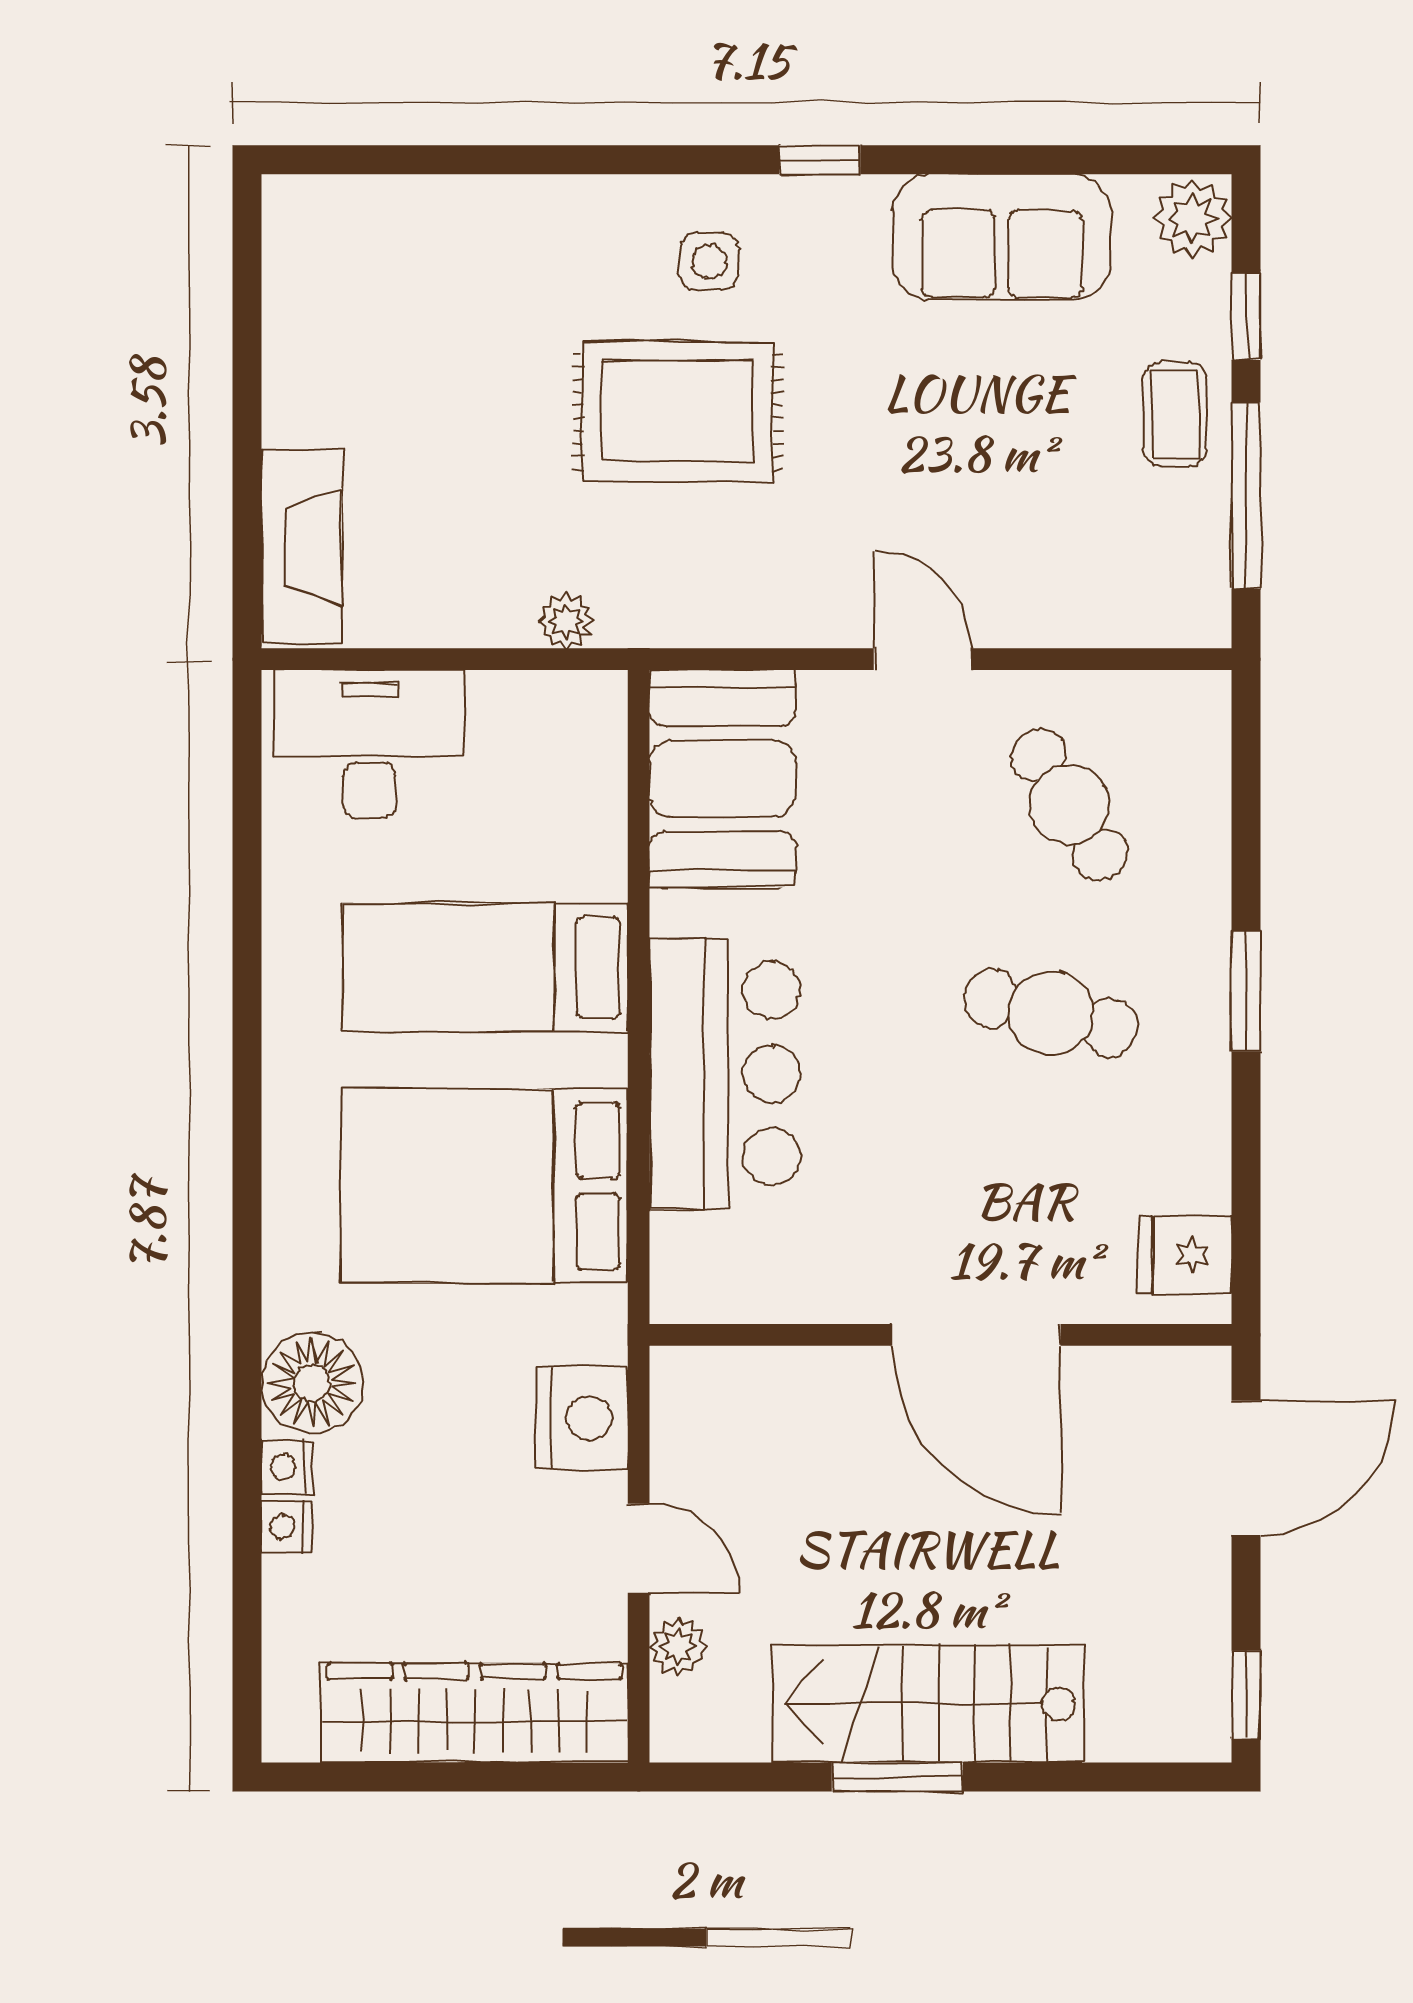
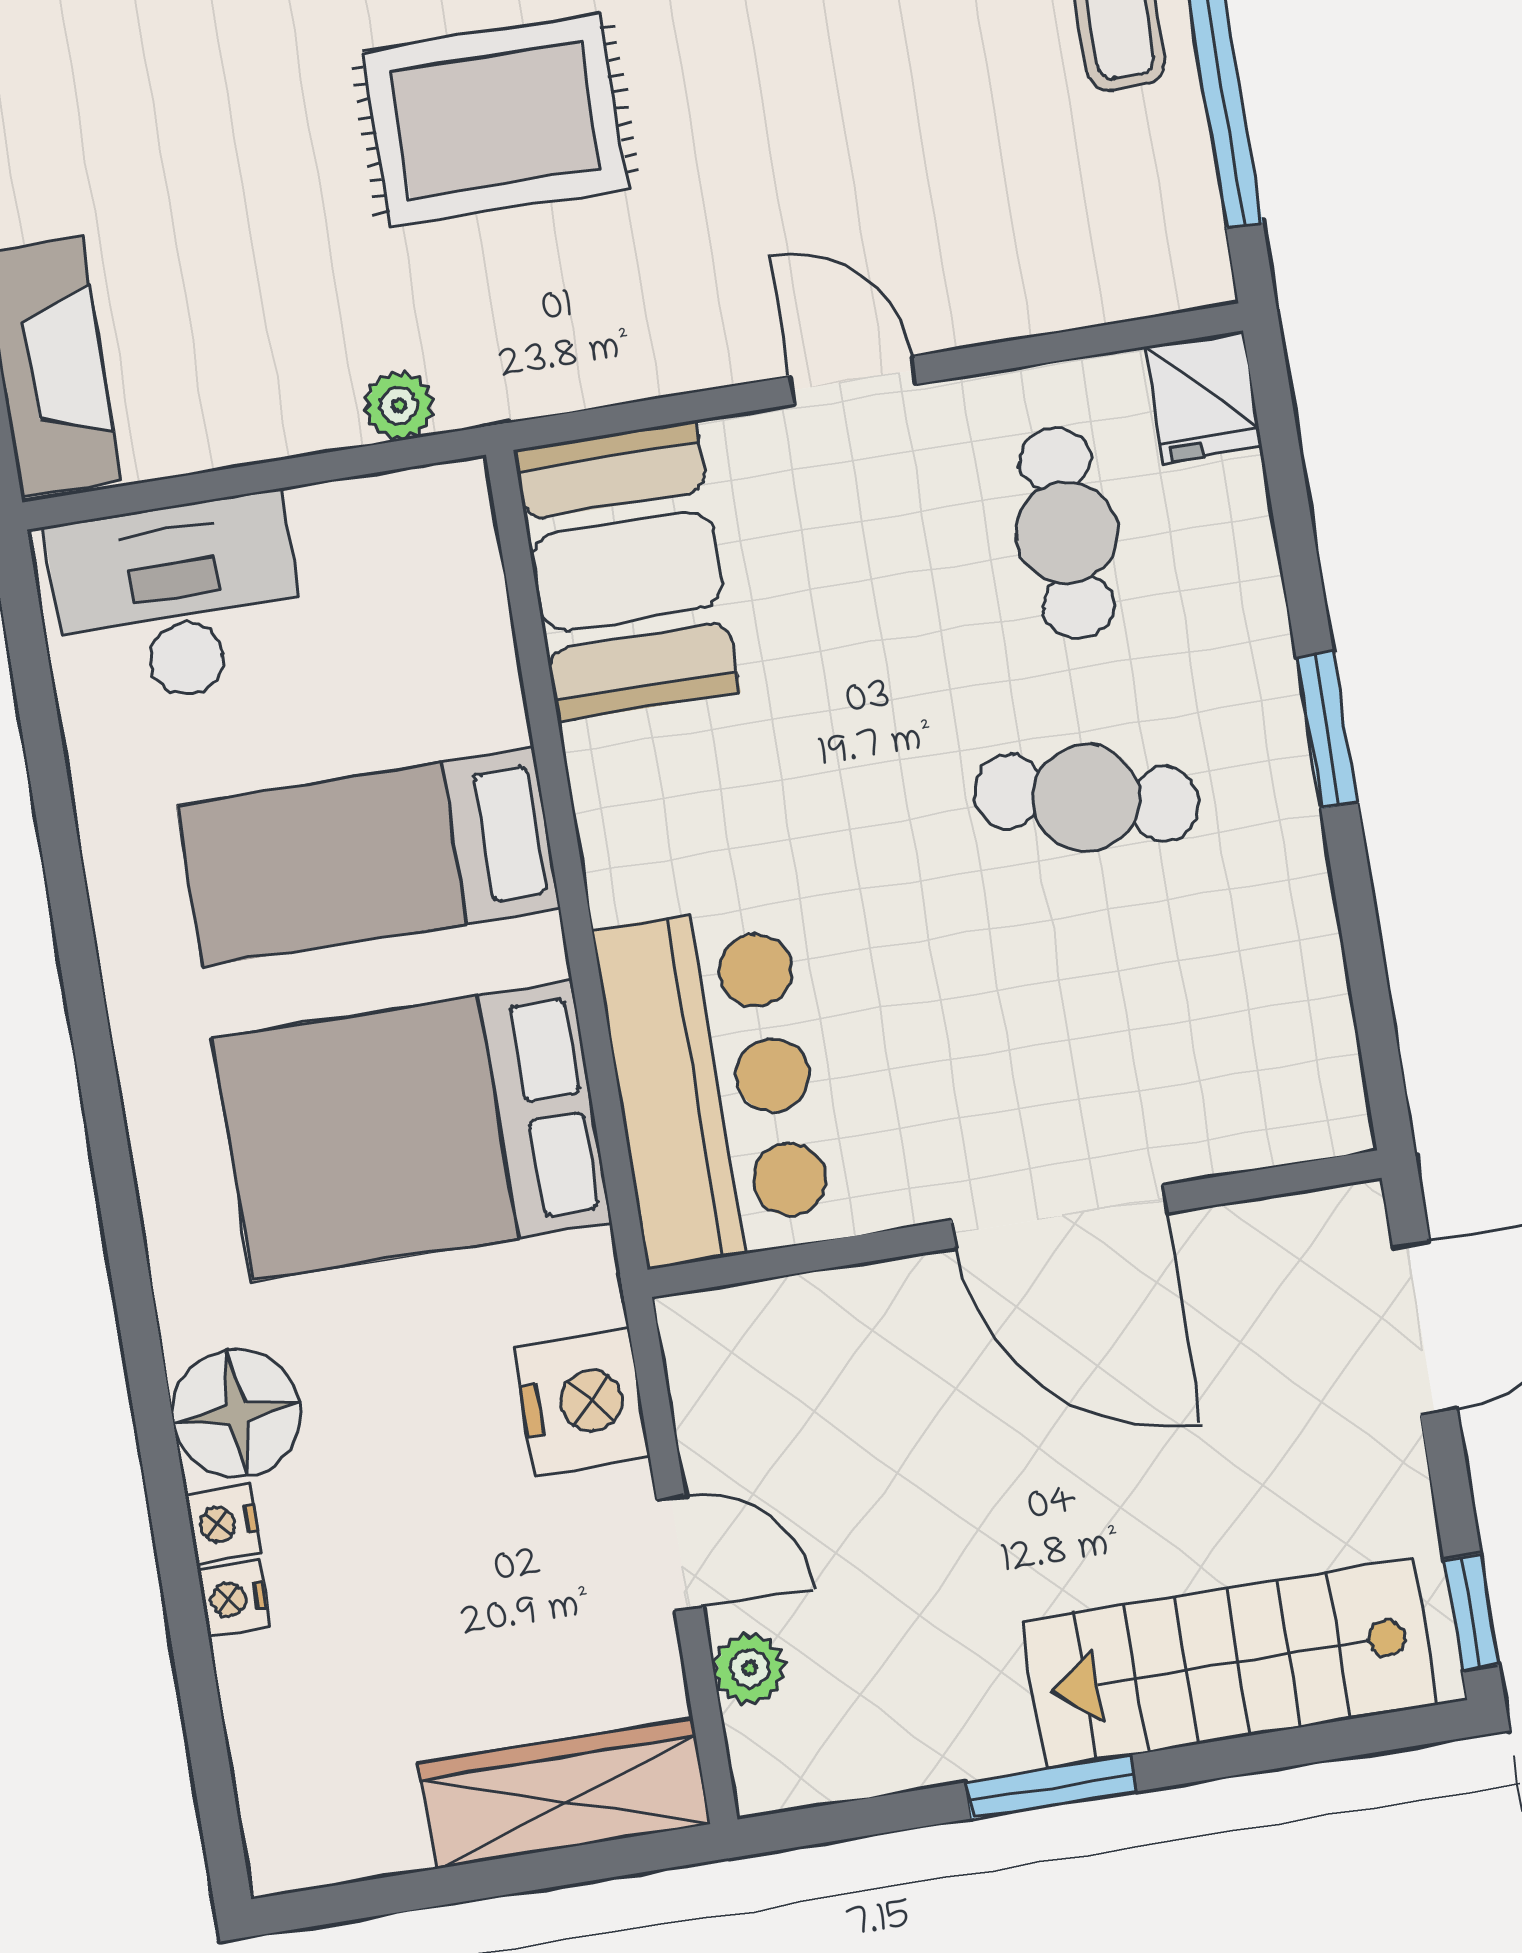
cafe table: (1069, 805) -> (1067, 533), turned 32
bar counter: (725, 1074) -> (714, 1084), moved
fridge: (1185, 1255) -> (1204, 397), moved, turned -90
stairs: (928, 1704) -> (1230, 1663), moved
wardrobe: (475, 1713) -> (565, 1794), width x0.71, depth x0.85

